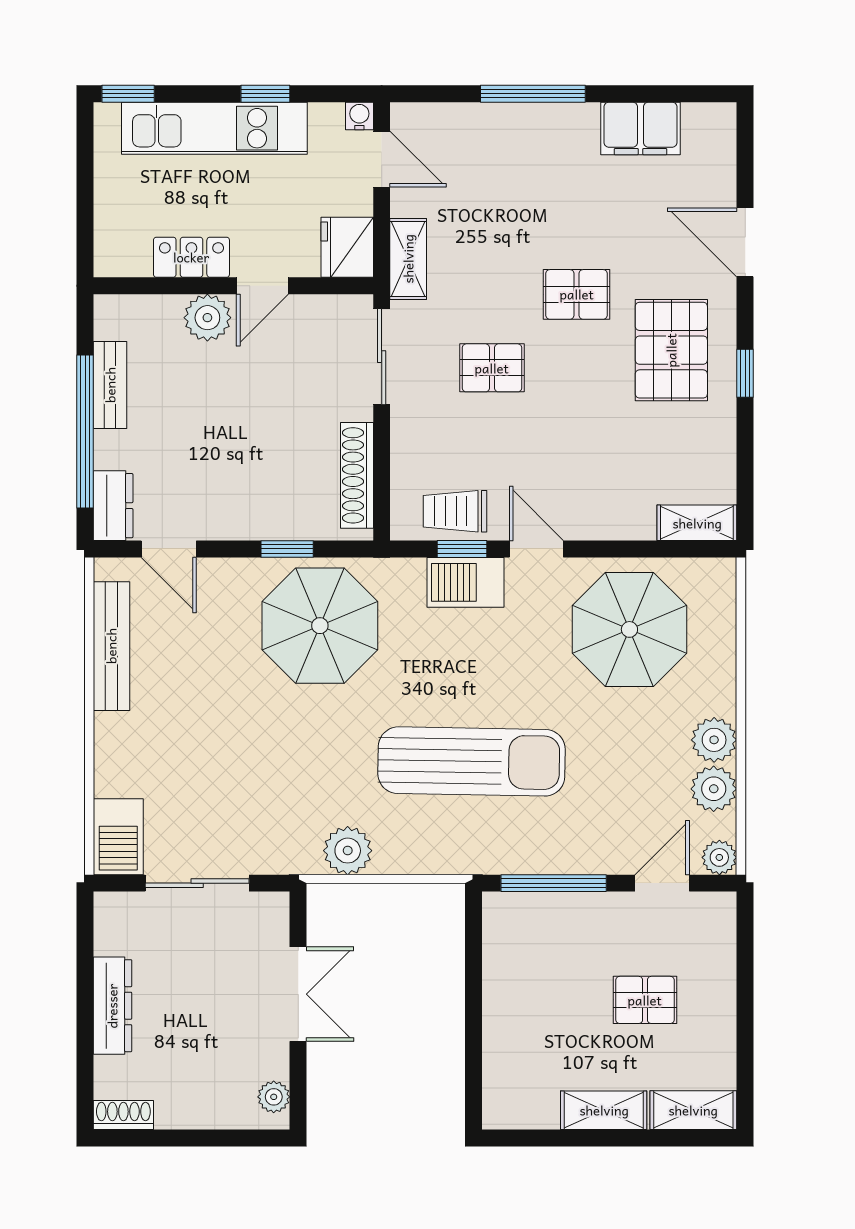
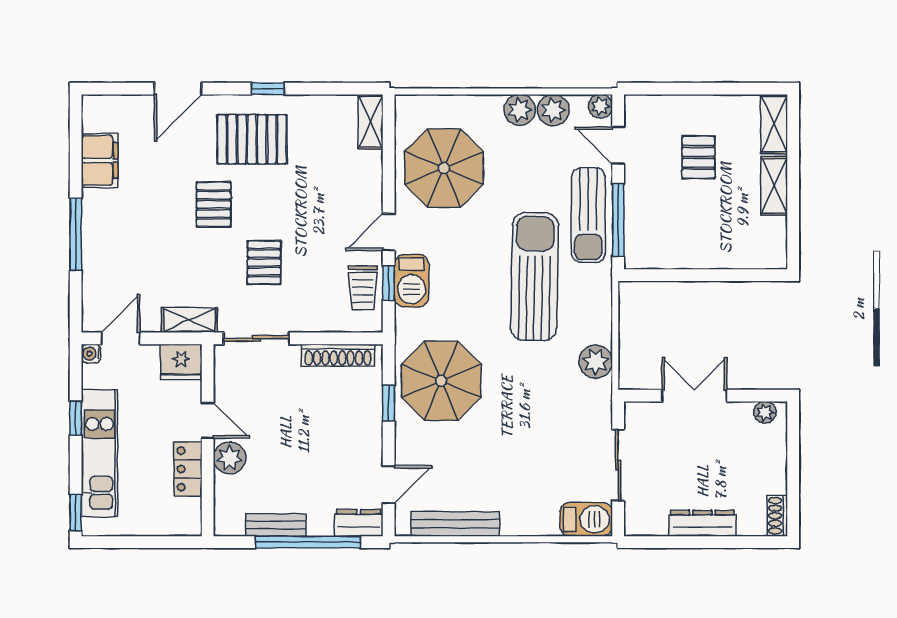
sun lounger: (561, 840) -> (588, 215), added

